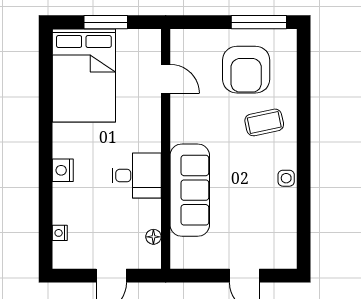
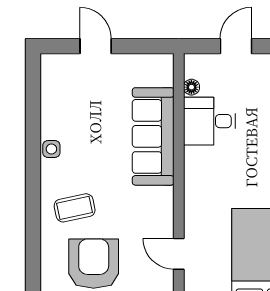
desk: (137, 176) -> (209, 121), moved

